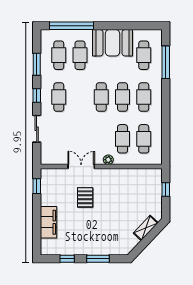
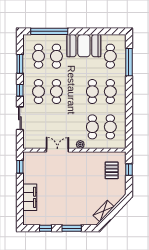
cafe table: (101, 97) -> (56, 92), moved
pallet: (85, 197) -> (112, 170), moved
shelving: (146, 228) -> (104, 211), moved

